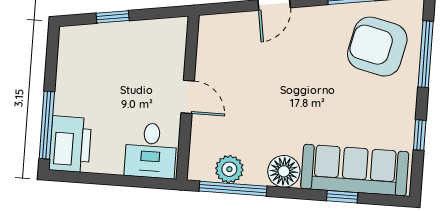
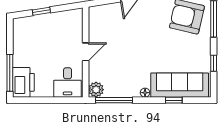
door: (188, 97) -> (86, 52), hinge flipped
plant: (229, 169) -> (96, 90), moved
floor lamp: (284, 171) -> (145, 93), width x0.53, depth x0.53

